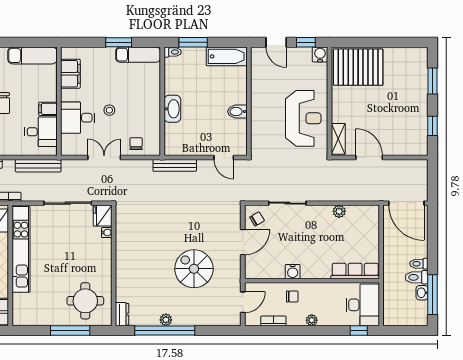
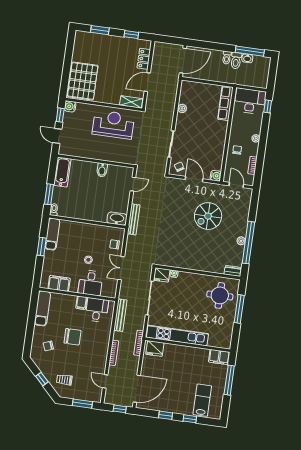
door: (276, 42) -> (57, 136), swing flipped
washbasin: (172, 109) -> (117, 219), moved
locker: (401, 148) -> (144, 59), added
water cooler: (293, 272) -> (216, 176), moved

